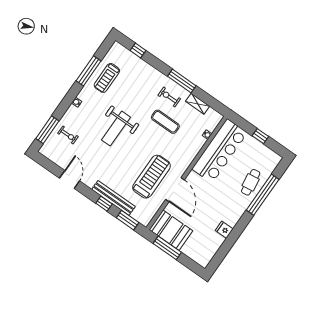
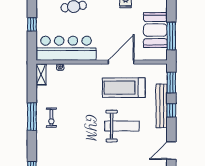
shelving: (198, 104) -> (41, 74), moved
exercise mat: (165, 122) -> (73, 107), removed
weight bench: (116, 129) -> (122, 126), moved
booth: (171, 230) -> (155, 30), moved

